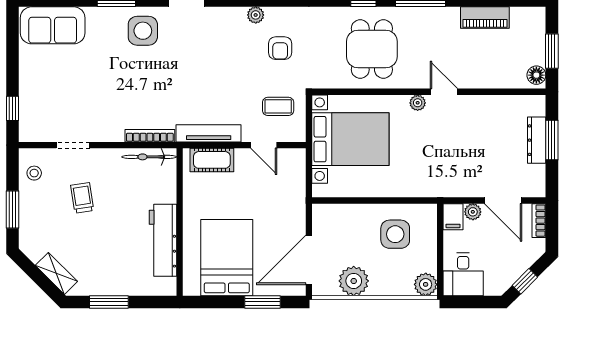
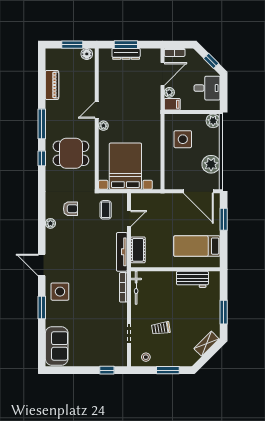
workbench: (163, 240) -> (192, 279), width x0.73
bed: (227, 258) -> (197, 246), width x0.67
desk: (463, 274) -> (207, 88), moved

